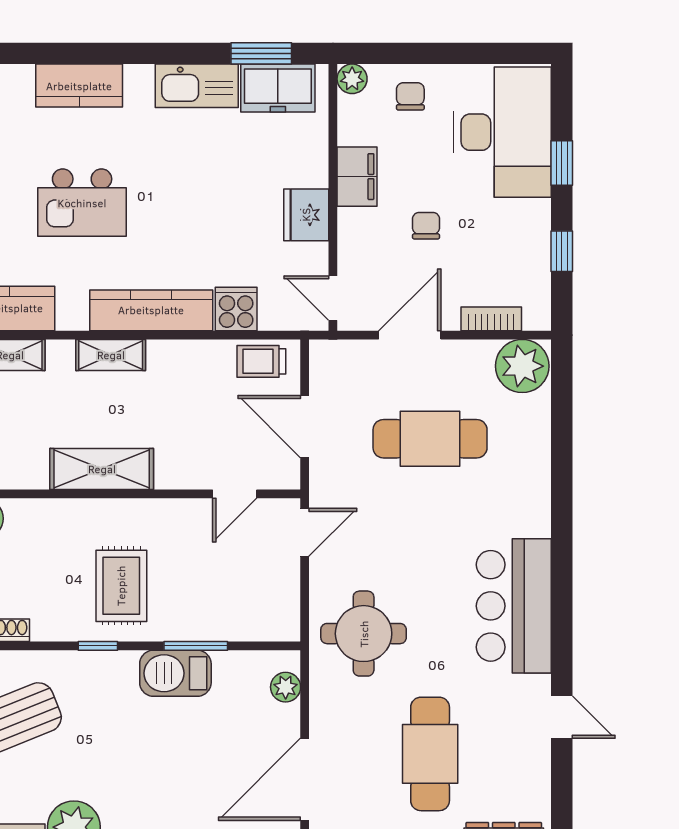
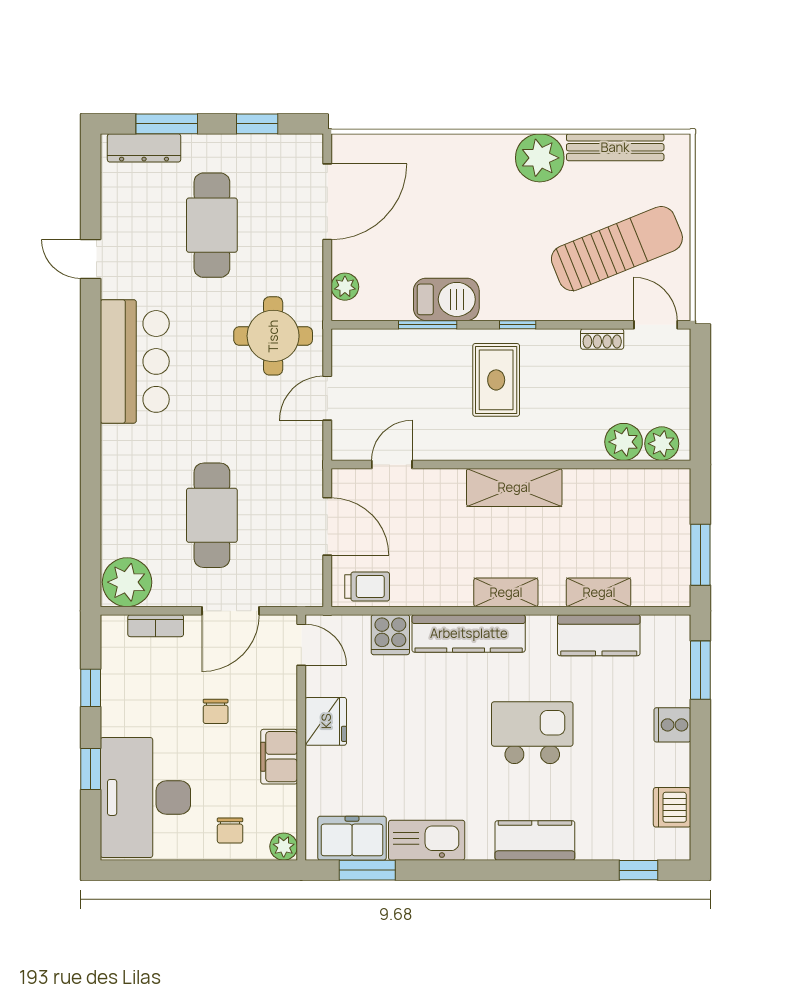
cafe table: (430, 439) -> (212, 515), turned 90
door: (305, 532) -> (327, 398), moved

